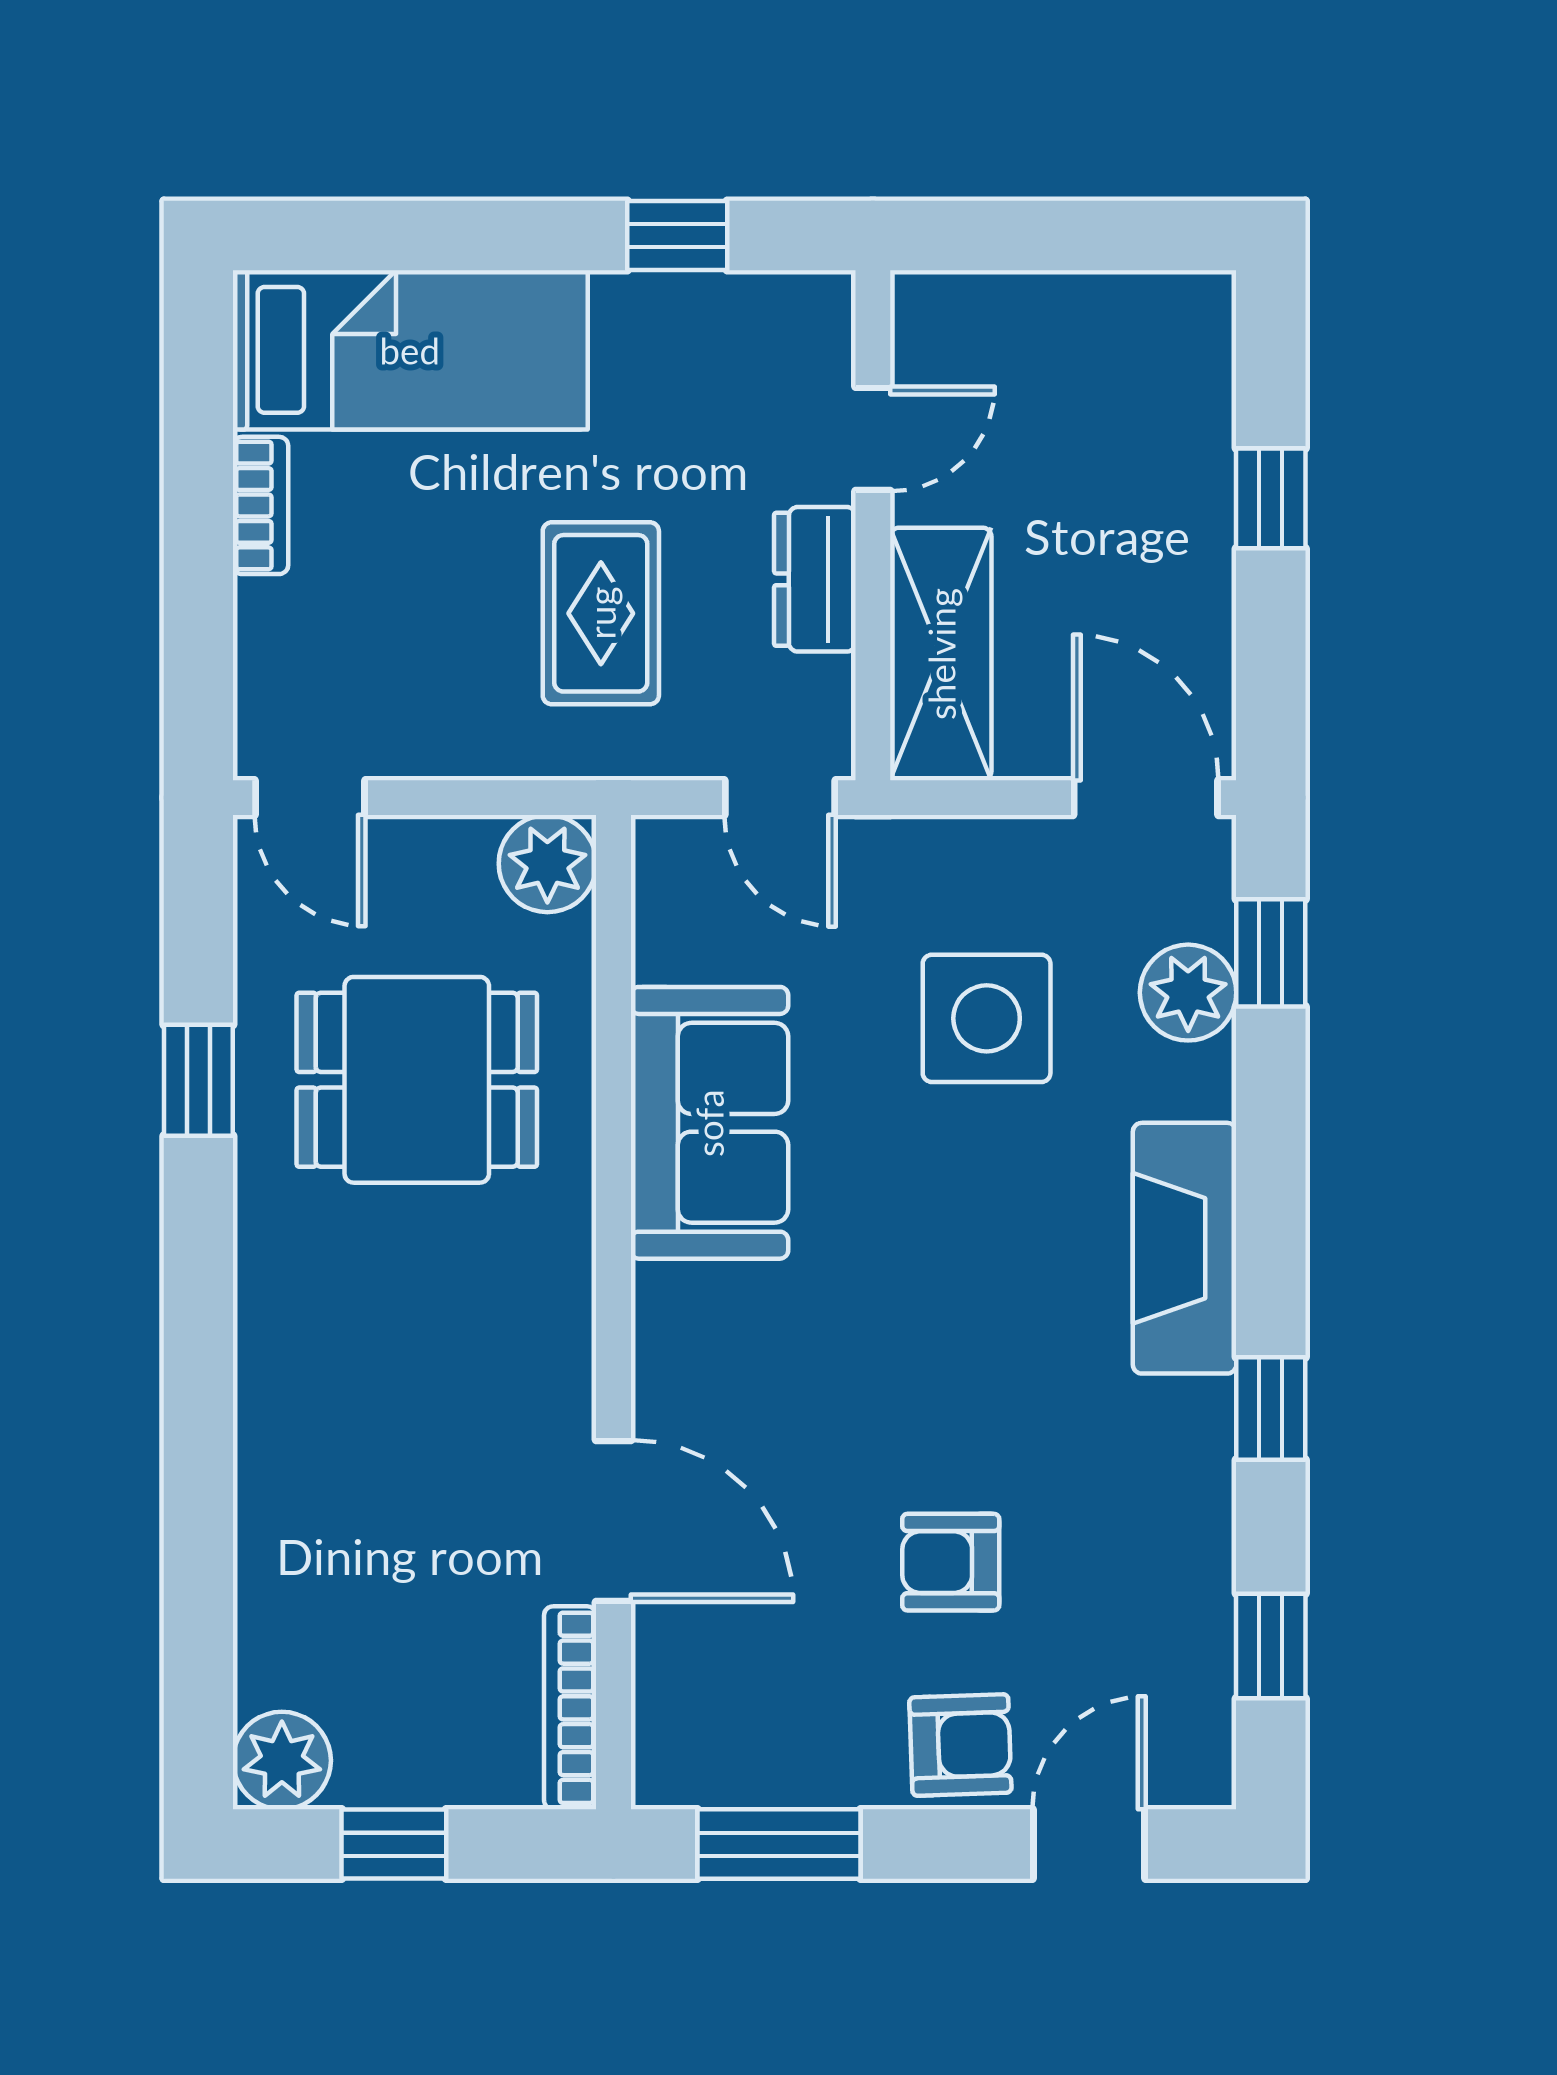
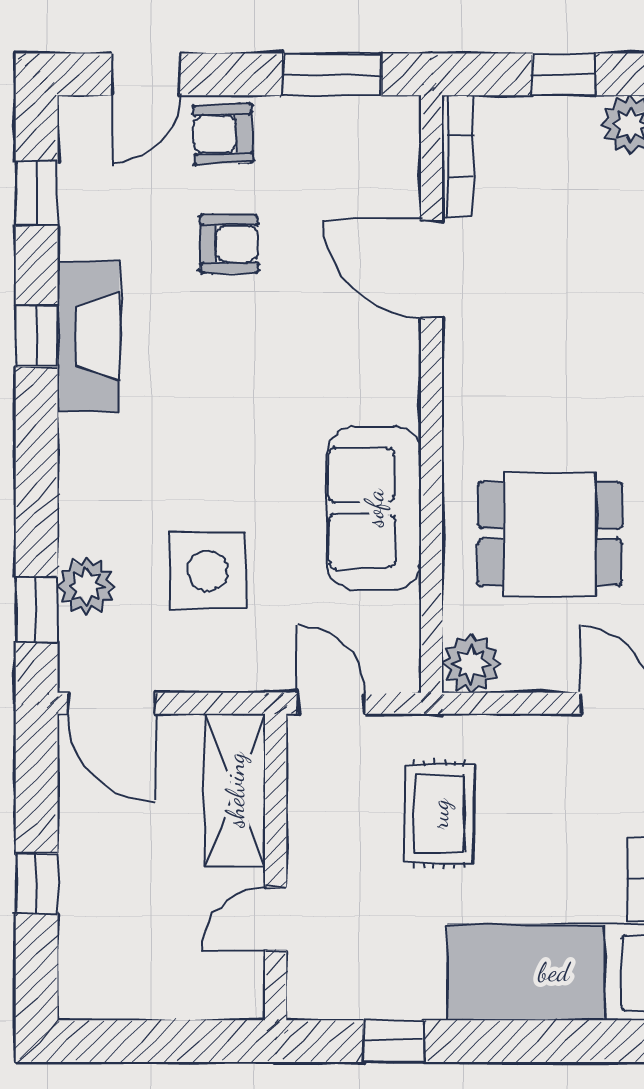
dresser: (815, 579) -> (311, 834), removed
fireplace: (1185, 1248) -> (88, 337), moved

